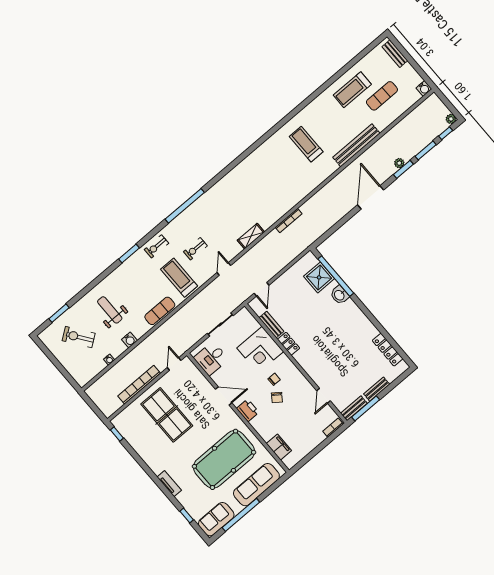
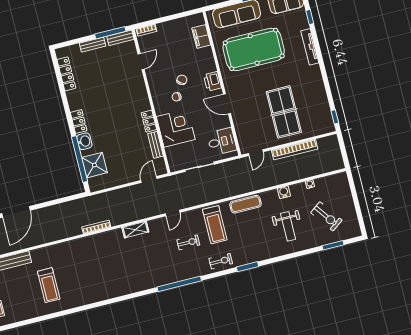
locker: (354, 311) -> (79, 122), added
tv unit: (169, 484) -> (310, 47), width x1.41

